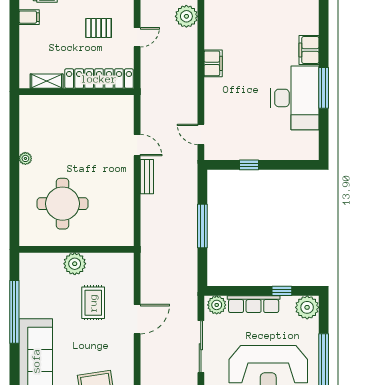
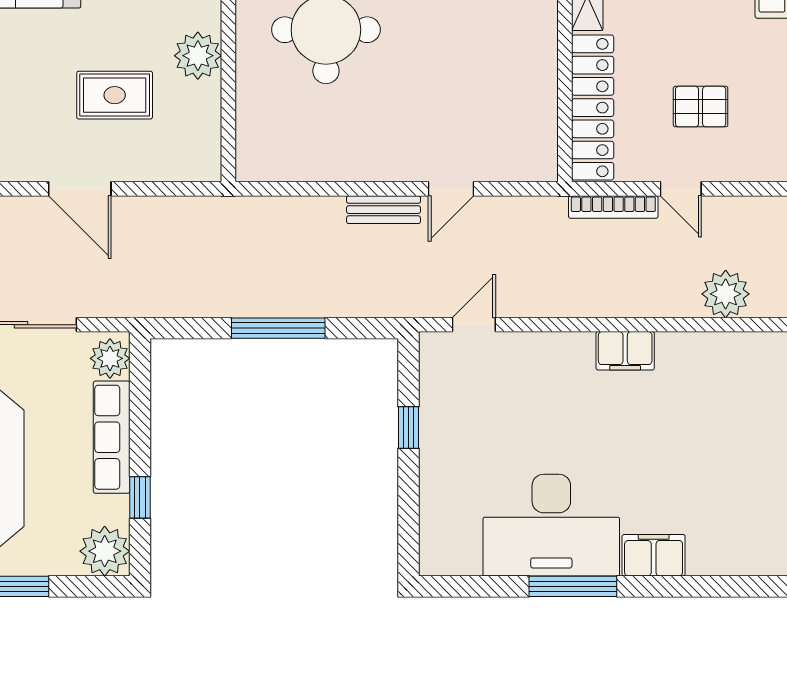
pallet: (99, 28) -> (701, 107), turned 90
bookcase: (146, 69) -> (613, 207), added

